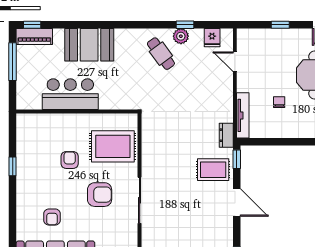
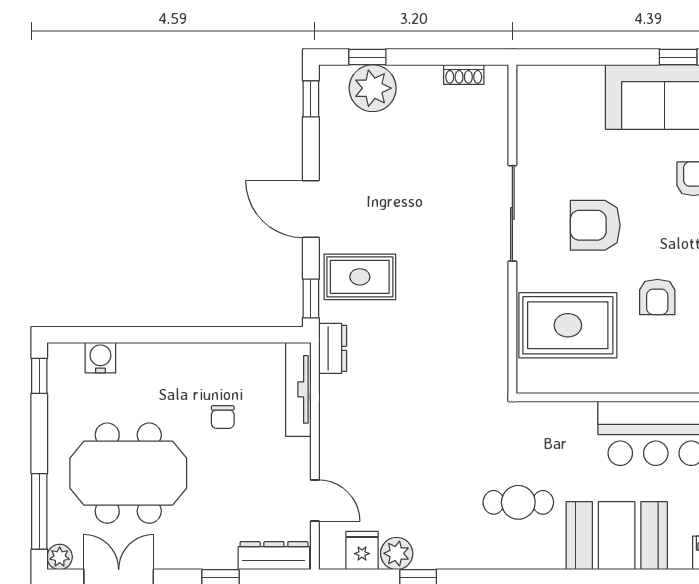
dresser: (255, 35) -> (274, 556), added
plant: (181, 36) -> (397, 553), moved
cafe table: (161, 54) -> (518, 502), moved, turned -54

